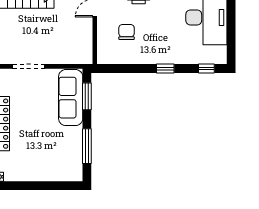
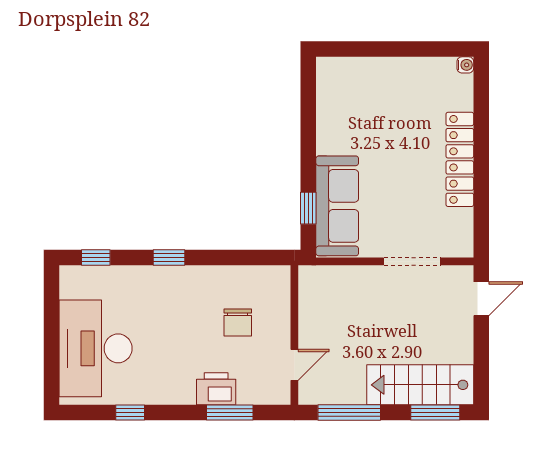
window: (87, 96) -> (308, 208), width x0.67
window: (87, 146) -> (308, 119), removed

